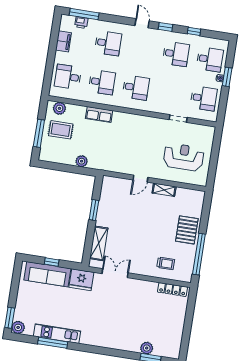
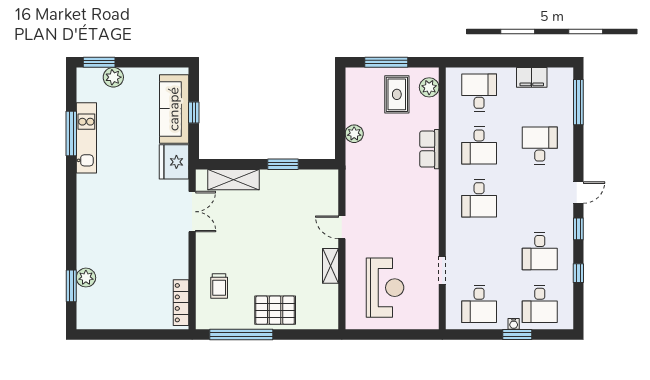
printer: (81, 22) -> (565, 100), removed
desk: (108, 43) -> (540, 145), turned 180
plant: (18, 327) -> (113, 77), moved

